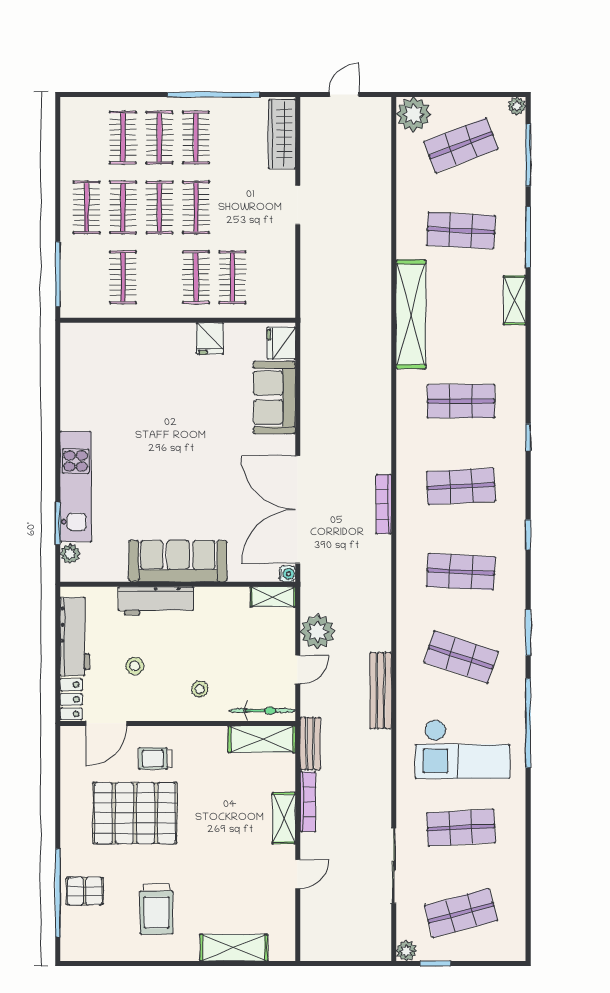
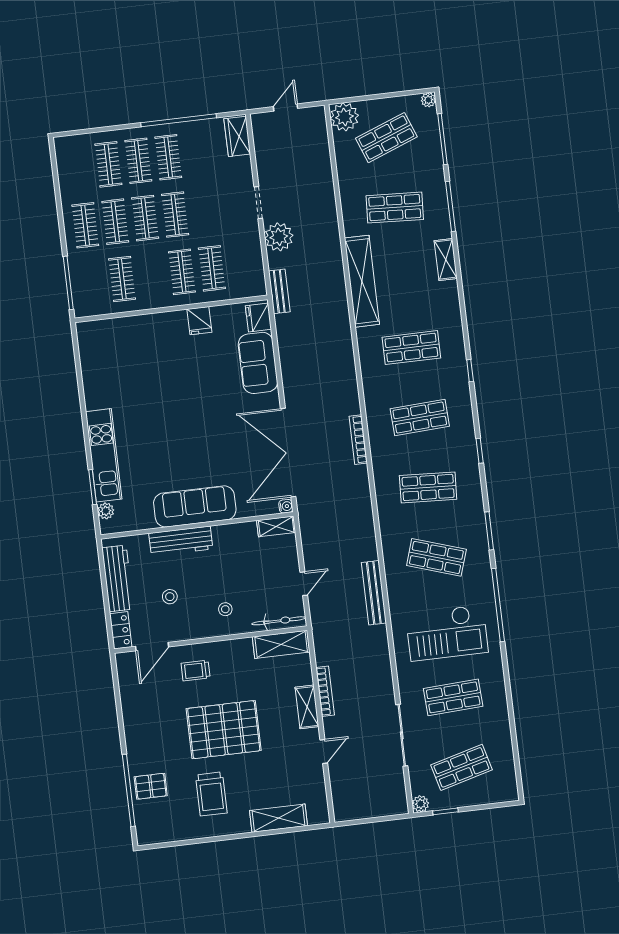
wardrobe: (282, 134) -> (237, 136), width x0.67
plant: (317, 632) -> (279, 237), moved
bench: (310, 744) -> (279, 291), moved
pallet: (135, 813) -> (224, 730), moved

